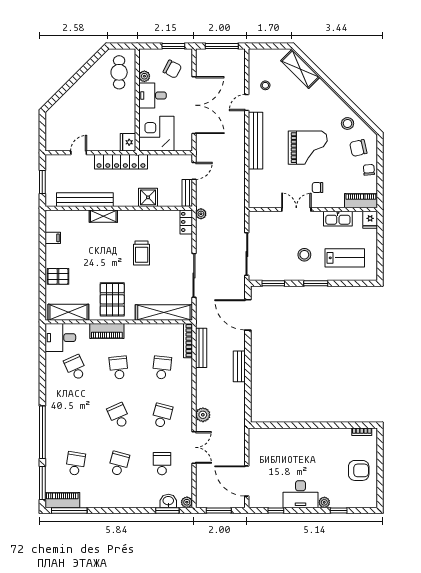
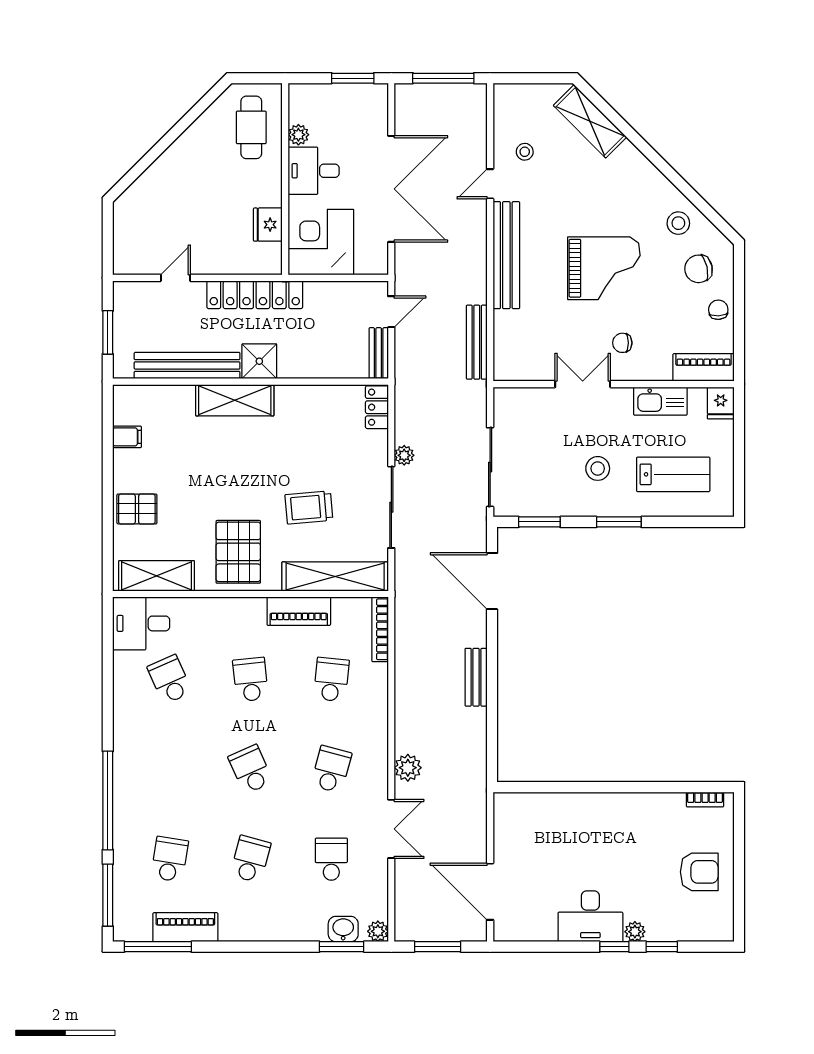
chair: (172, 69) -> (351, 121), removed
fridge: (128, 142) -> (268, 225), moved
shower: (148, 197) -> (259, 361), moved
plant: (201, 214) -> (404, 455), moved
shelving: (103, 216) -> (235, 400), width x1.50, depth x1.33
trolley: (142, 253) -> (309, 507), moved, turned 85
piano: (107, 331) -> (299, 611), moved
bench: (201, 348) -> (477, 342), moved
piano: (62, 500) -> (185, 927), moved
window: (276, 510) -> (614, 947), moved

